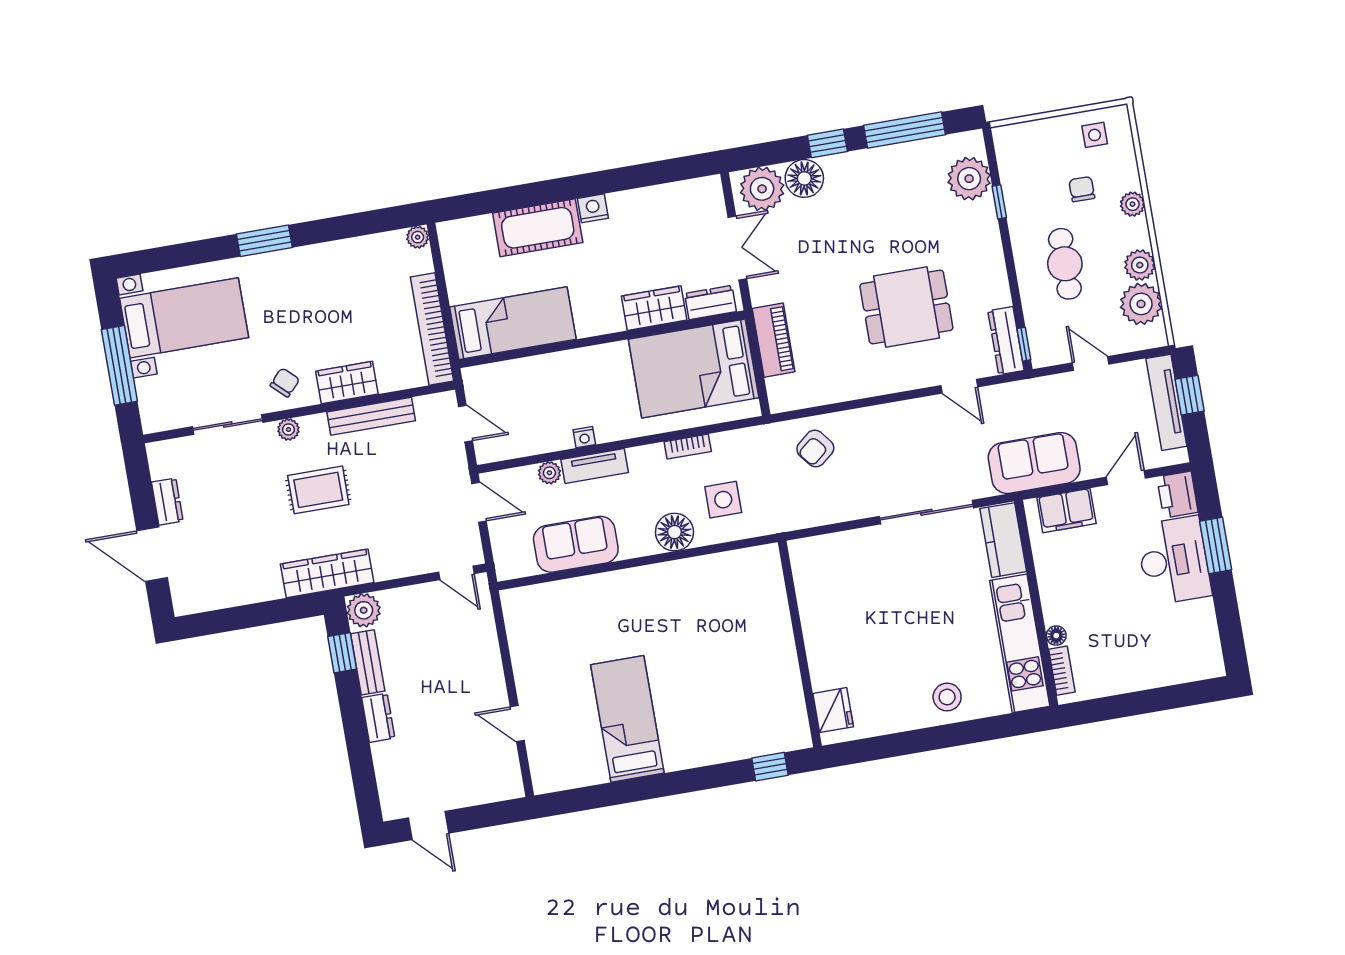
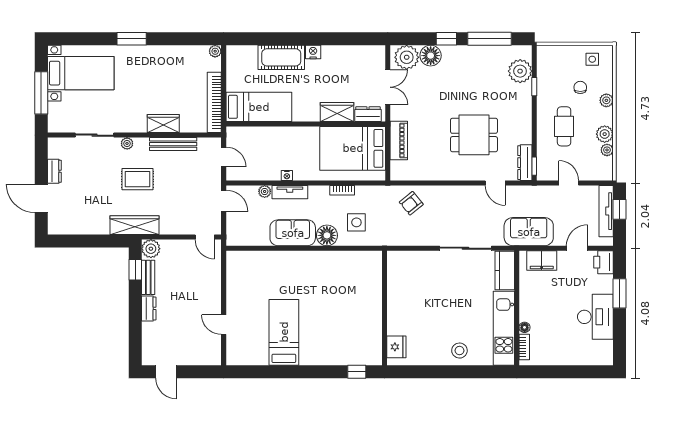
plant: (1141, 304) -> (607, 150), width x0.53, depth x0.53
chair: (285, 382) -> (129, 118), removed
sofa: (576, 544) -> (293, 233), moved
desk: (1174, 561) -> (595, 317), moved

